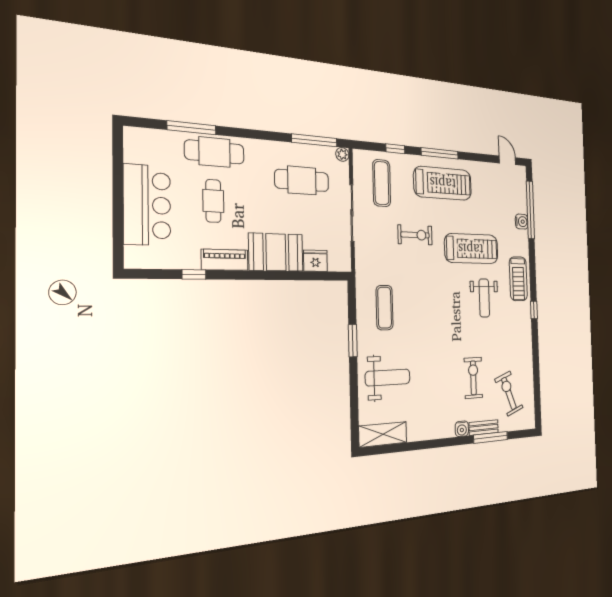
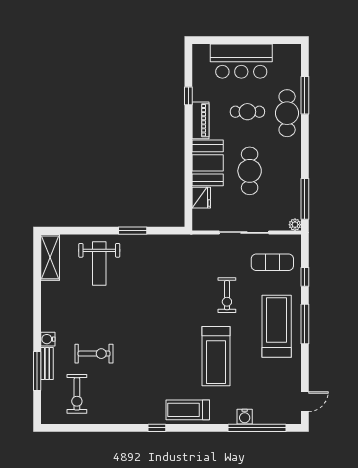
cafe table: (302, 180) -> (250, 171), moved
treadmill: (443, 183) -> (277, 326), turned 180
weight bench: (484, 298) -> (169, 369), removed
exercise mat: (385, 308) -> (161, 262), removed
exercise bike: (509, 393) -> (77, 394), turned 111

